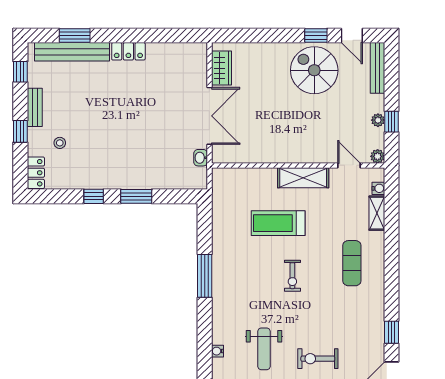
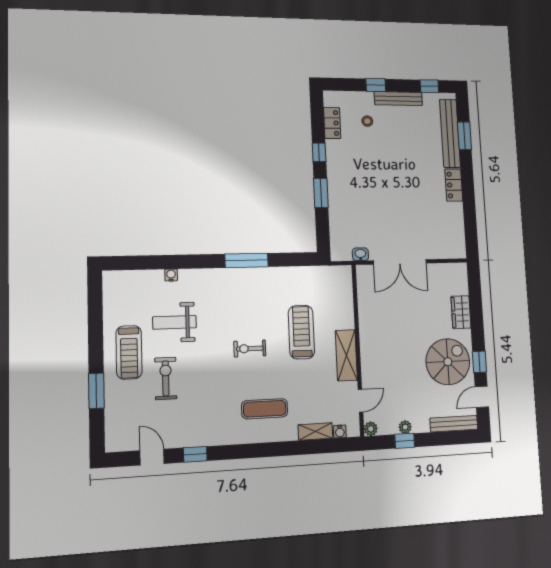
wardrobe: (221, 68) -> (461, 312), moved, turned 90
bench: (35, 107) -> (398, 99), width x1.36
locker: (36, 173) -> (332, 123), moved, turned -90

